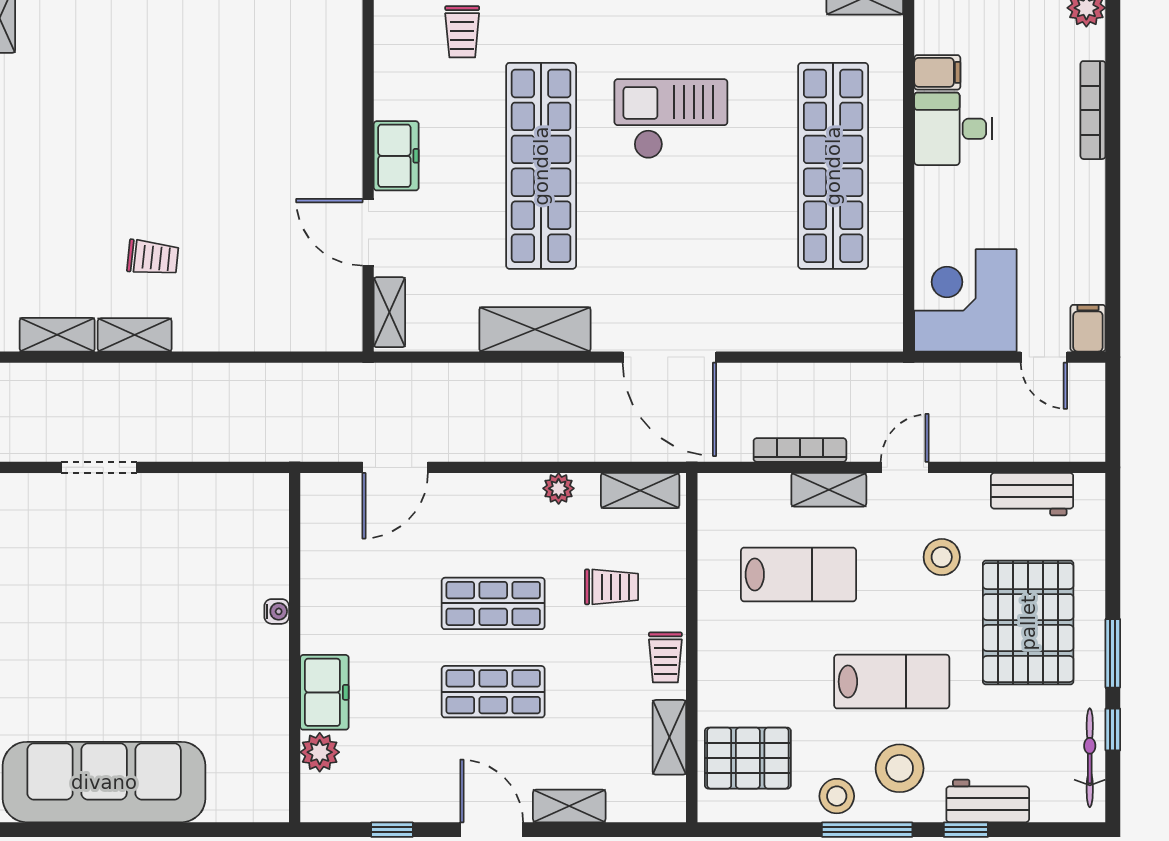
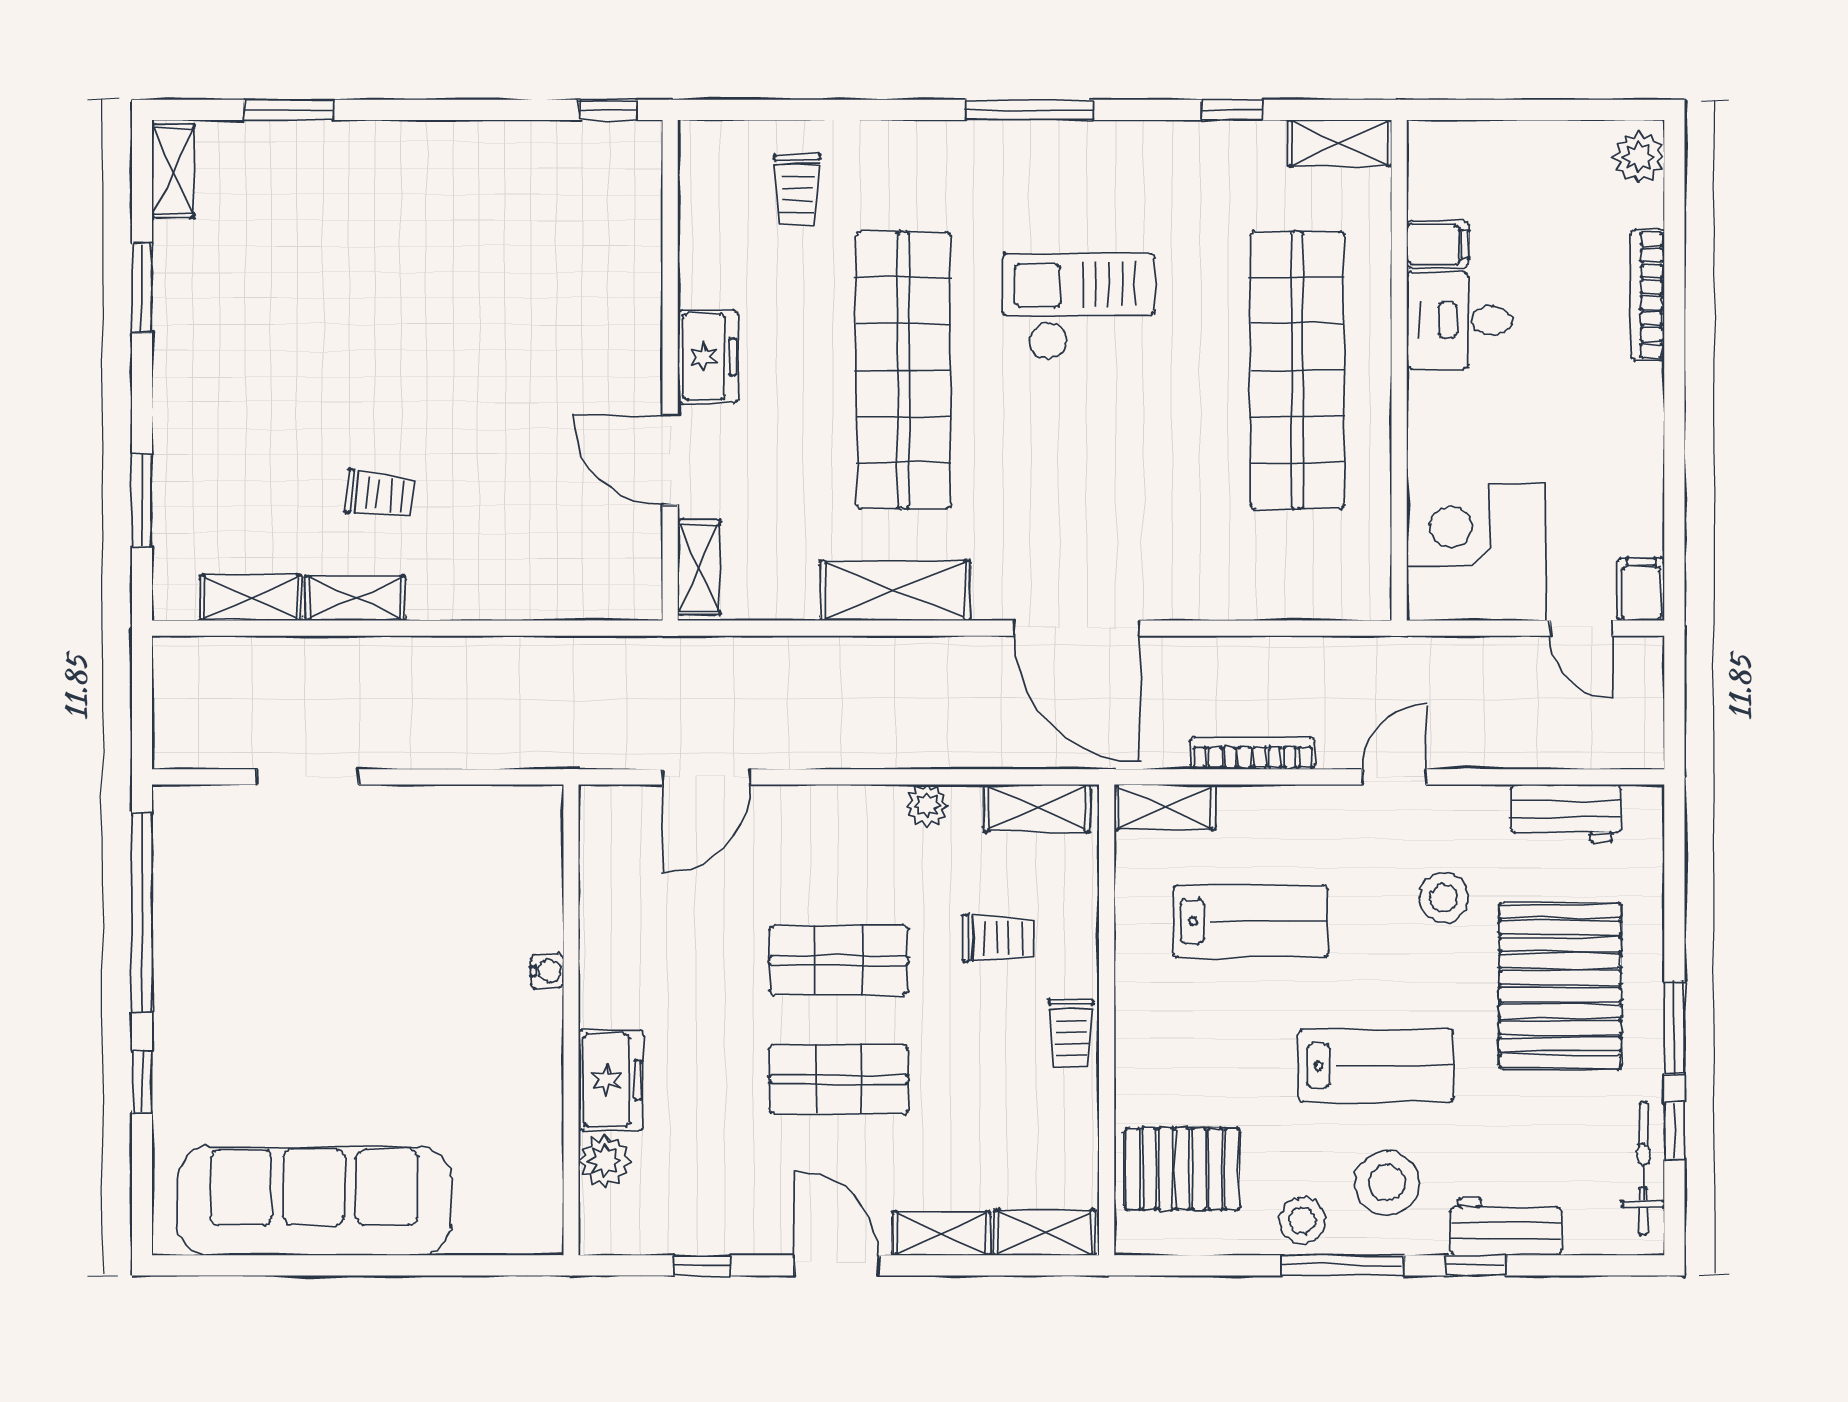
shelving: (829, 490) -> (1165, 807), moved
shelving: (669, 737) -> (1045, 1233), moved, turned 90

